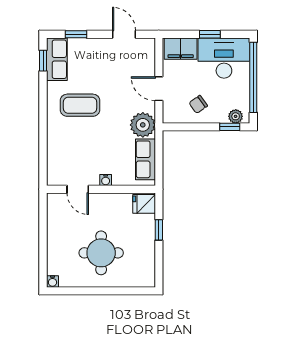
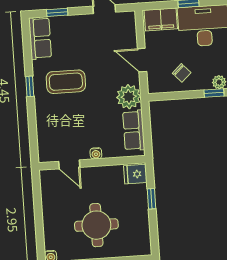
window: (43, 61) -> (30, 86), moved
chair: (198, 104) -> (182, 73), turned -98

